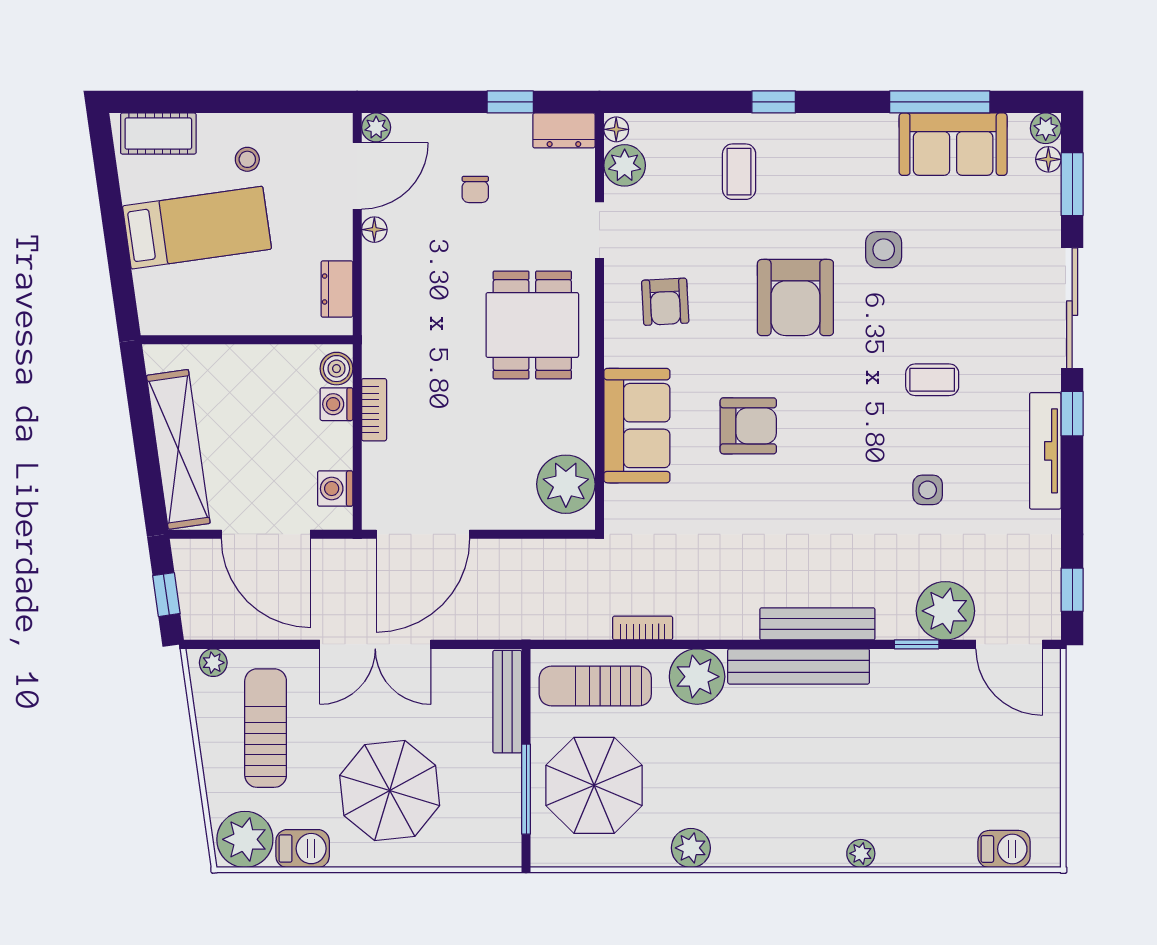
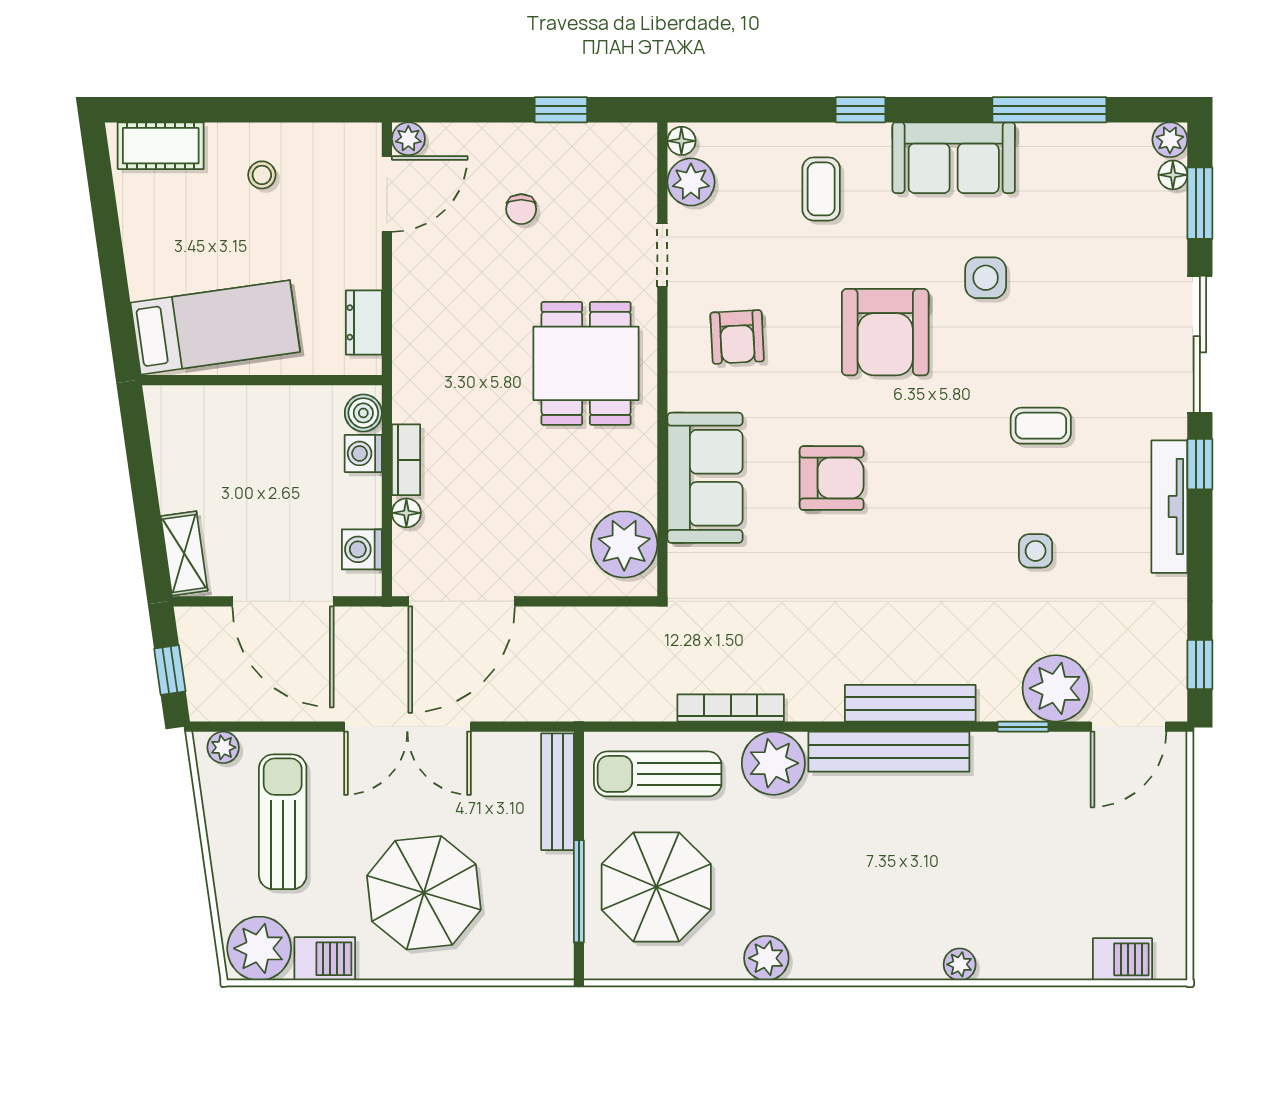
dresser: (564, 130) -> (622, 142), removed
sofa: (953, 144) -> (954, 158), moved
bed: (197, 228) -> (215, 327), moved
floor lamp: (374, 230) -> (406, 513), moved
shelving: (178, 449) -> (184, 553), width x0.45, depth x0.75
bookcase: (643, 628) -> (731, 708), width x1.56
door: (1009, 644) -> (1128, 727), hinge flipped

